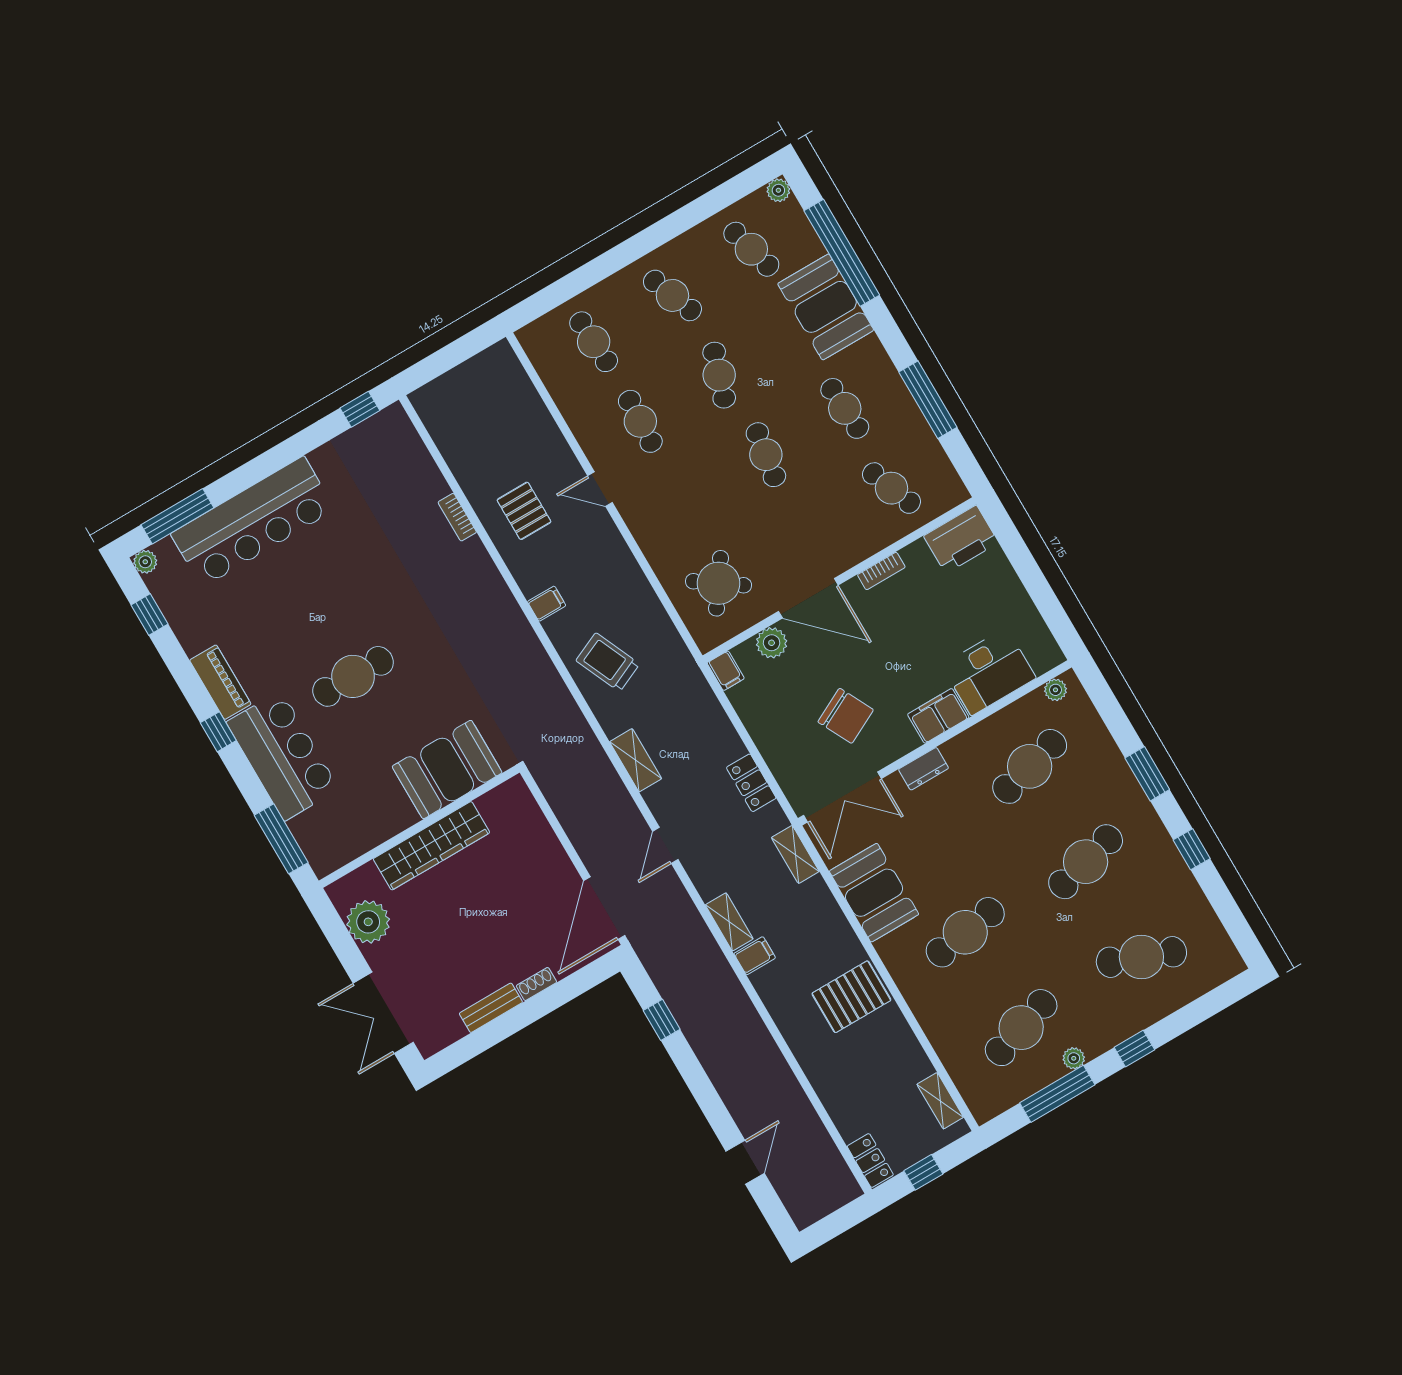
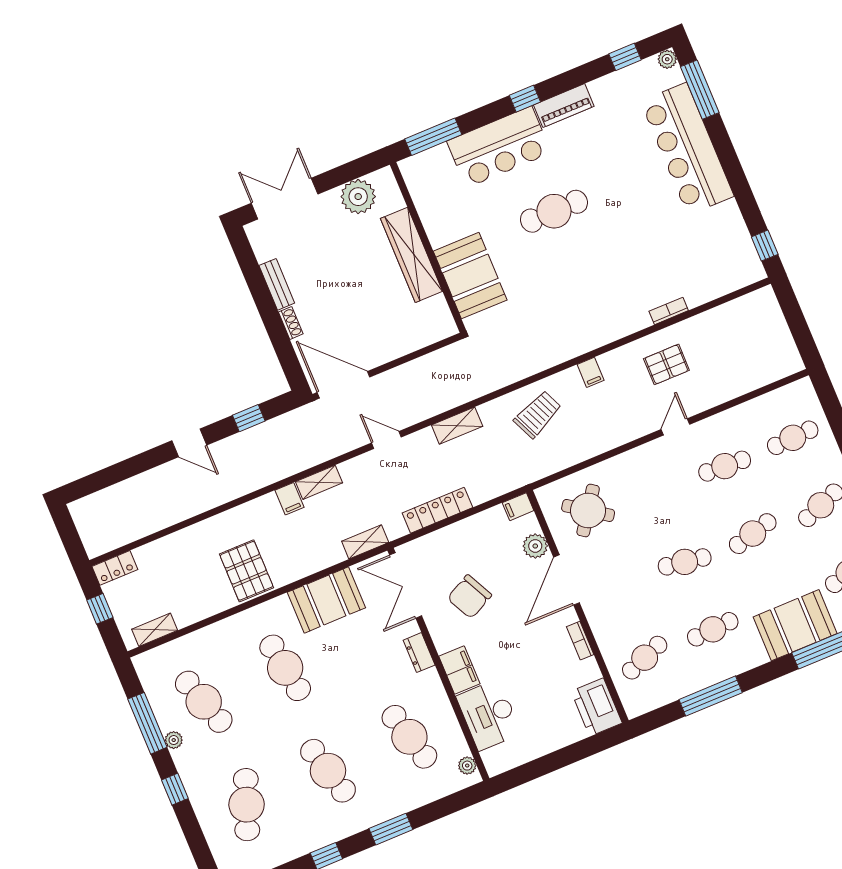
cafe table: (719, 375) -> (753, 534), turned -33
cafe table: (353, 676) -> (554, 211), turned 90
locker: (751, 783) -> (437, 510), width x1.53
door: (745, 1162) -> (189, 443), moved

